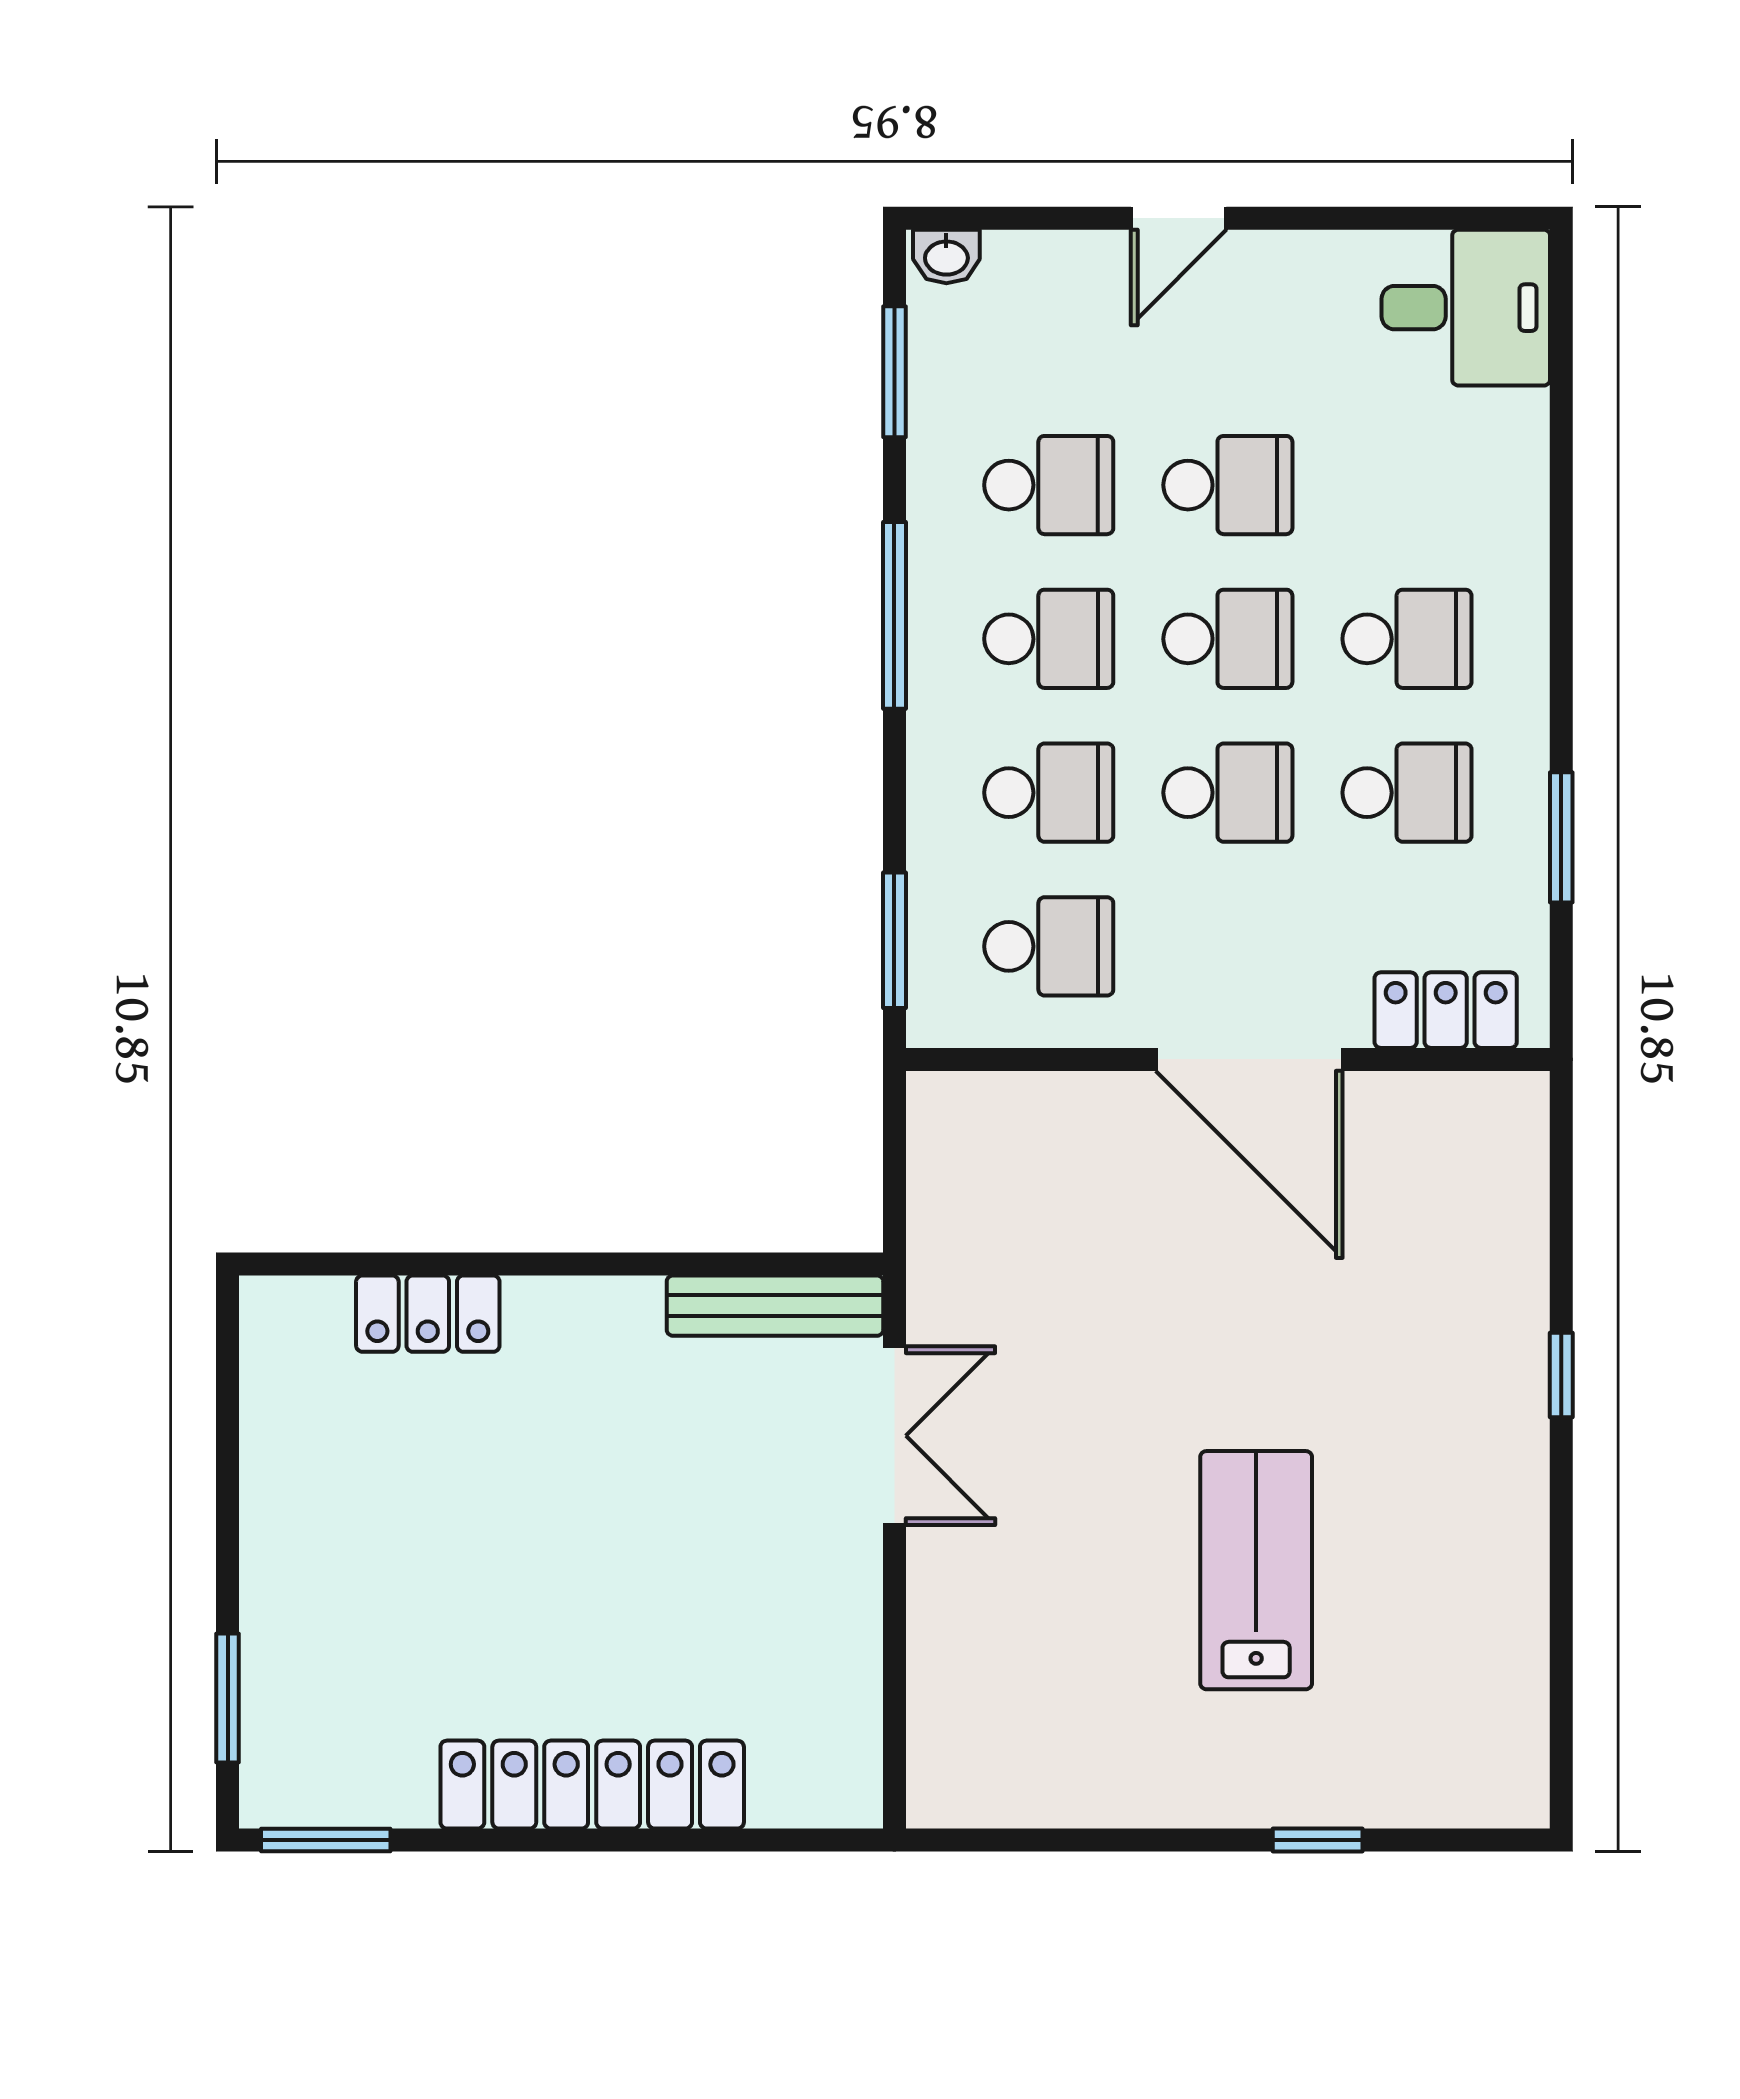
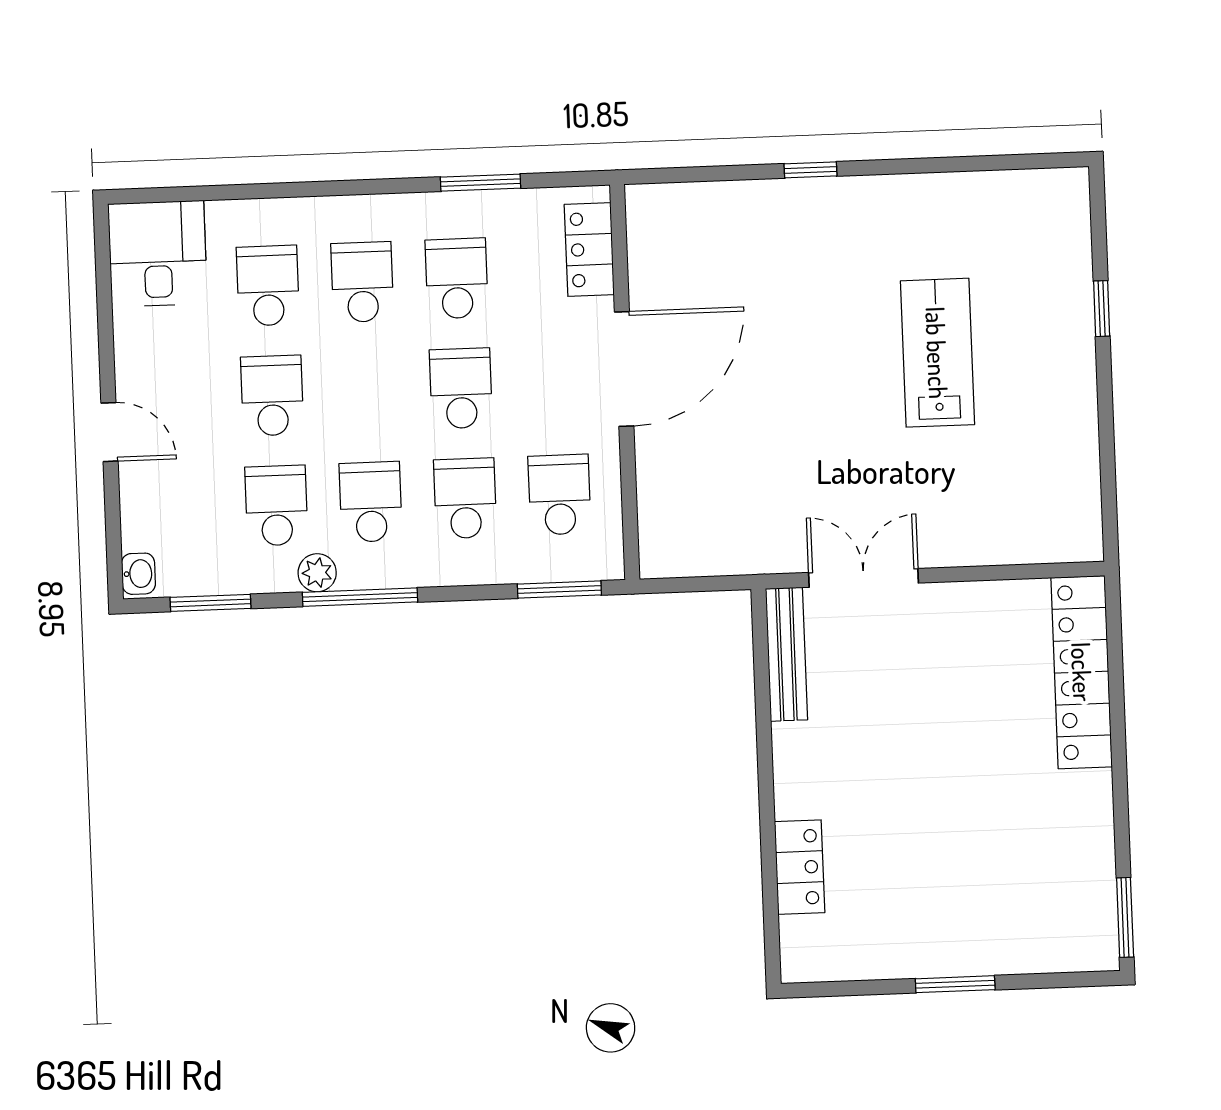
plant: (937, 547) -> (317, 573), added
school desk: (1228, 639) -> (268, 286), moved
lab bench: (1256, 1570) -> (937, 353), turned 90
window: (228, 1698) -> (955, 984), moved
locker: (592, 1785) -> (1082, 672), moved

